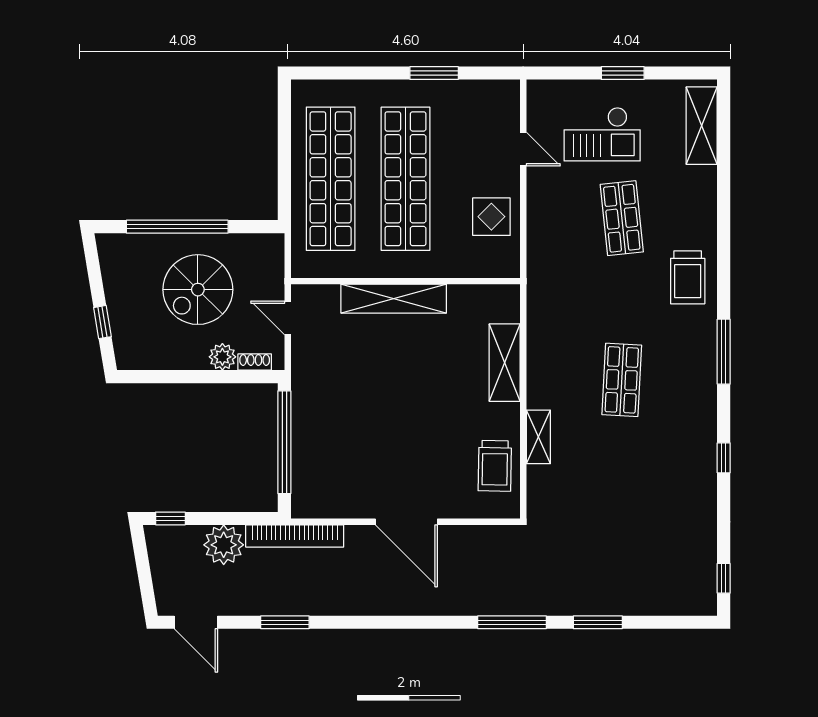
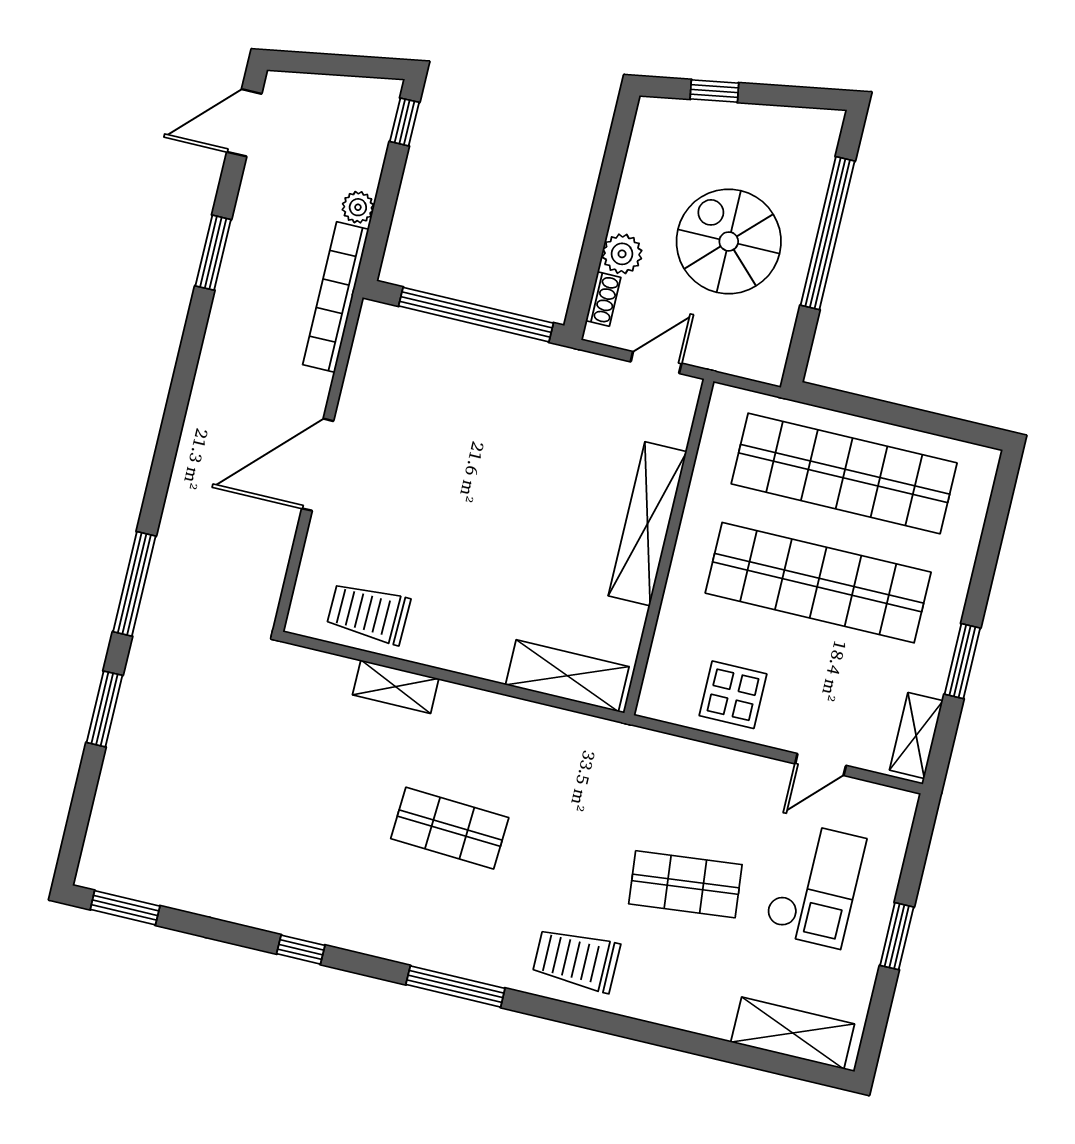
shelving: (490, 91) -> (916, 735), added
checkout: (602, 134) -> (815, 885), turned 180
shelving: (505, 363) -> (567, 676), moved
plant: (224, 545) -> (358, 207), width x0.53, depth x0.53
window: (724, 578) -> (125, 908), width x1.50

